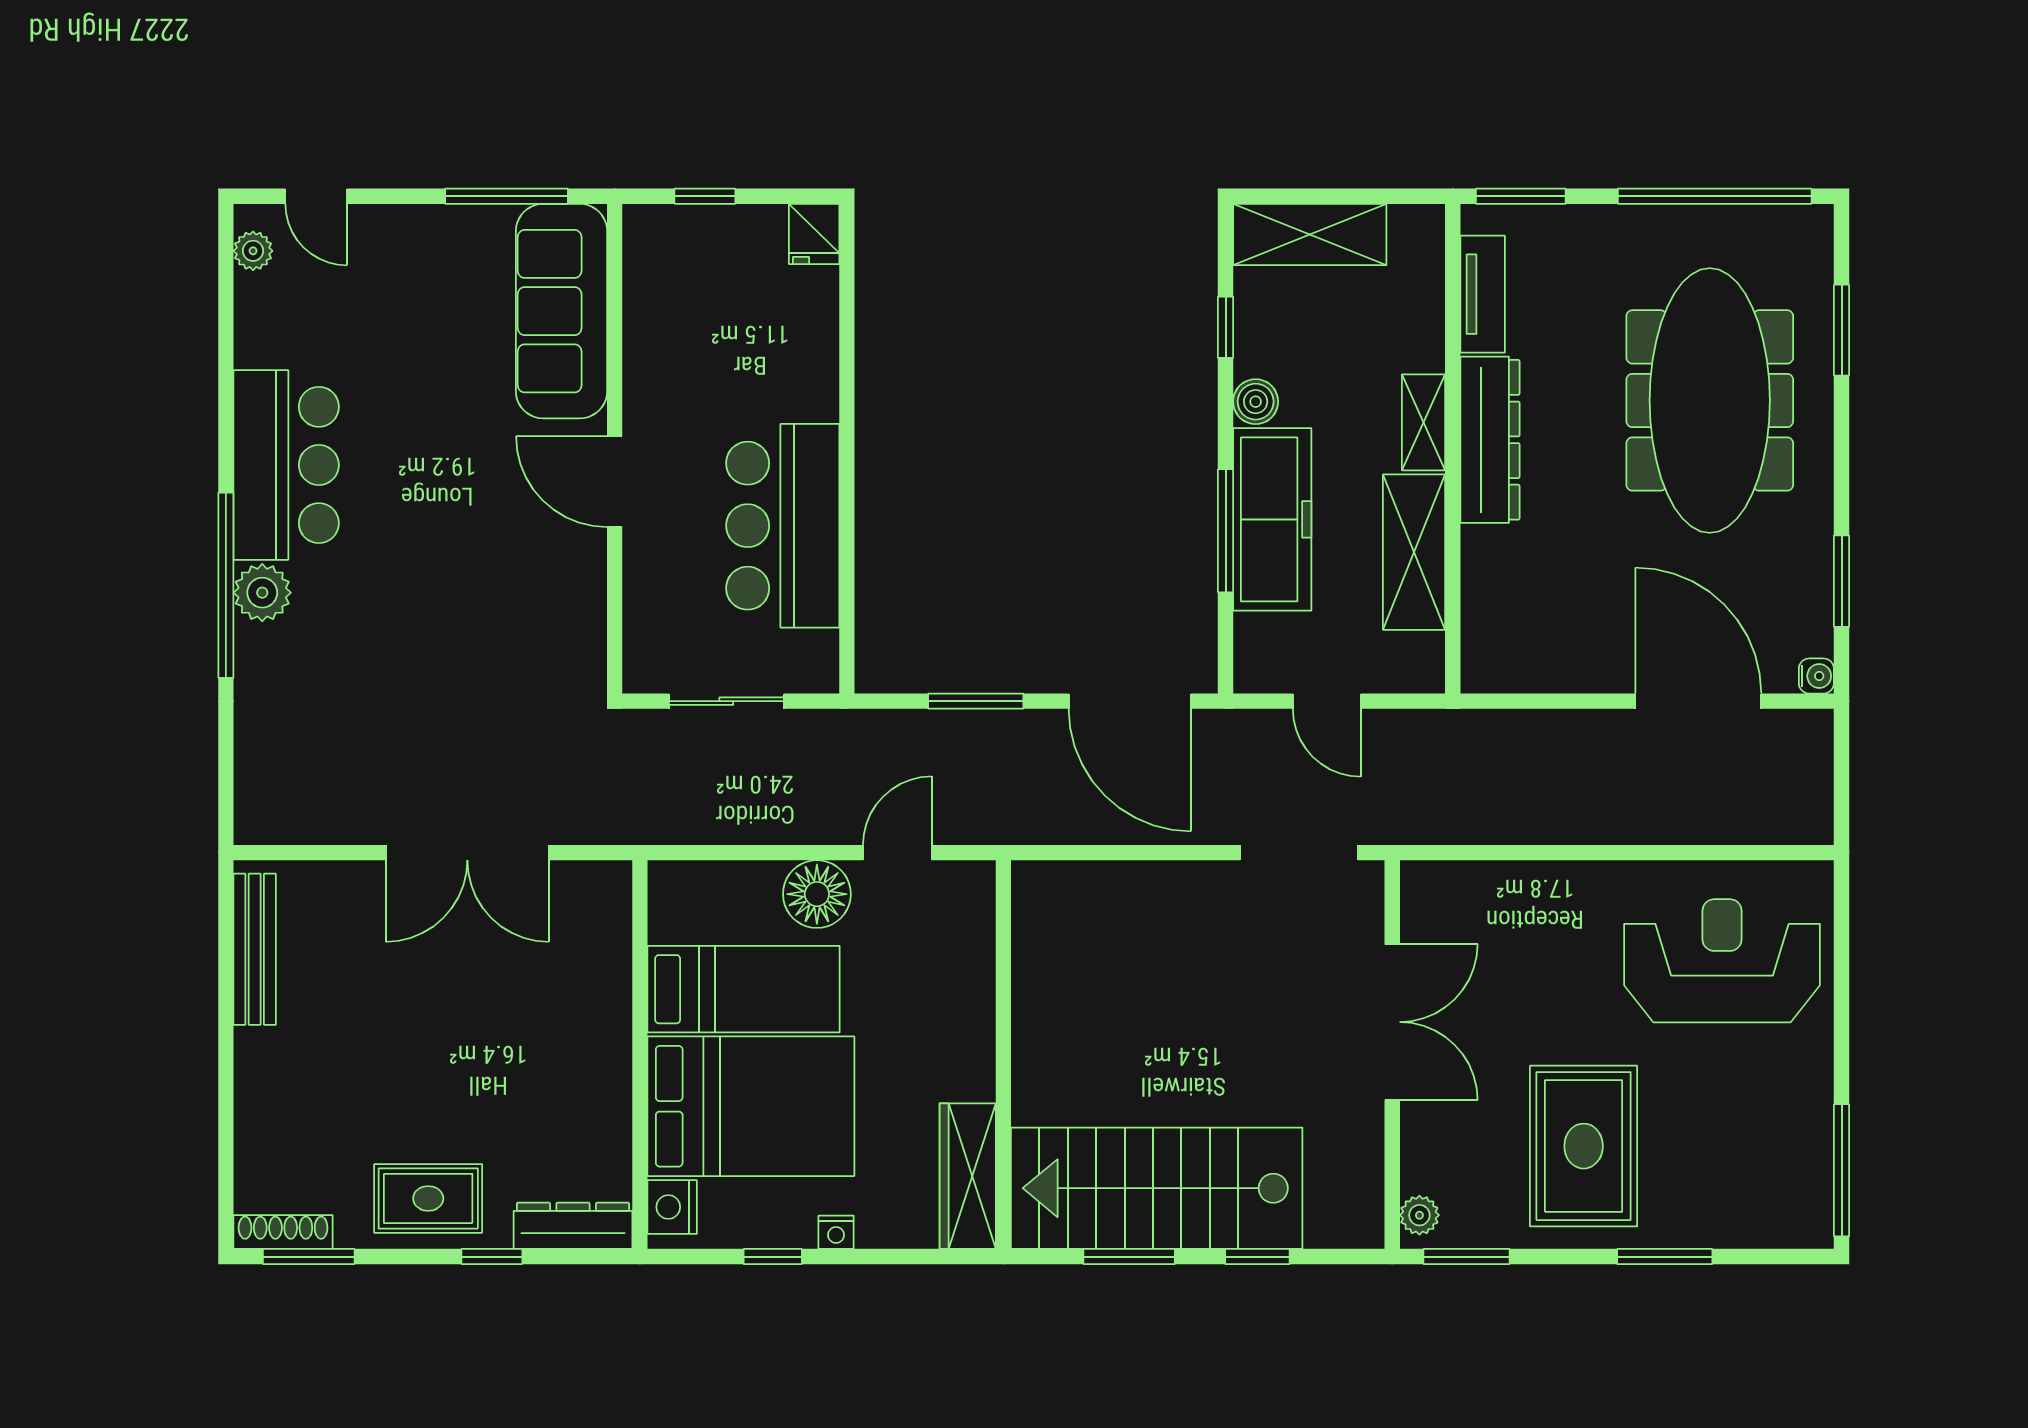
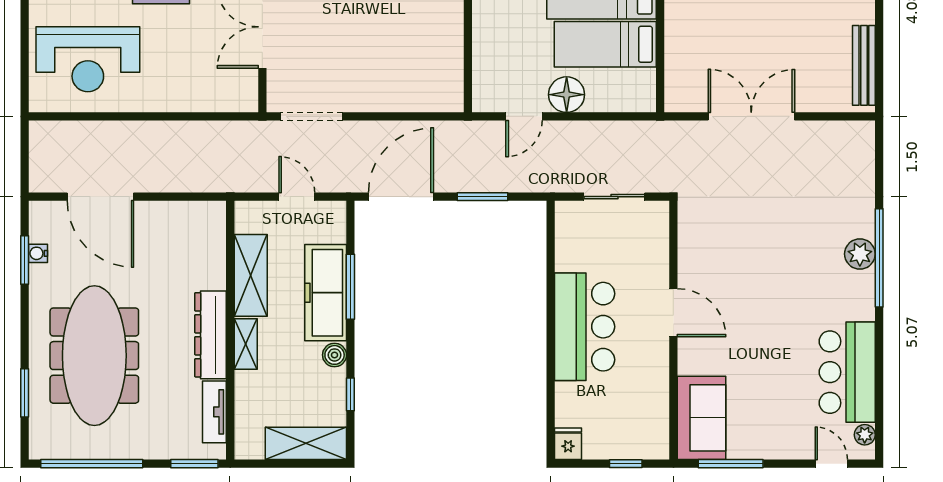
sofa: (561, 311) -> (702, 418), width x0.73
bar counter: (286, 465) -> (847, 372), moved
bar counter: (783, 526) -> (585, 327), moved
water cooler: (1816, 676) -> (38, 253), moved
door: (1130, 701) -> (401, 197), hinge flipped

